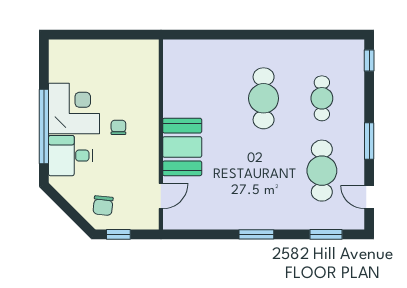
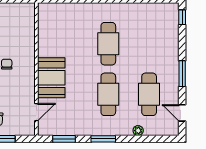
cafe table: (322, 98) -> (108, 94), moved, width x1.37, depth x1.35
plant: (306, 222) -> (138, 131), added
window: (326, 234) -> (64, 139), moved

